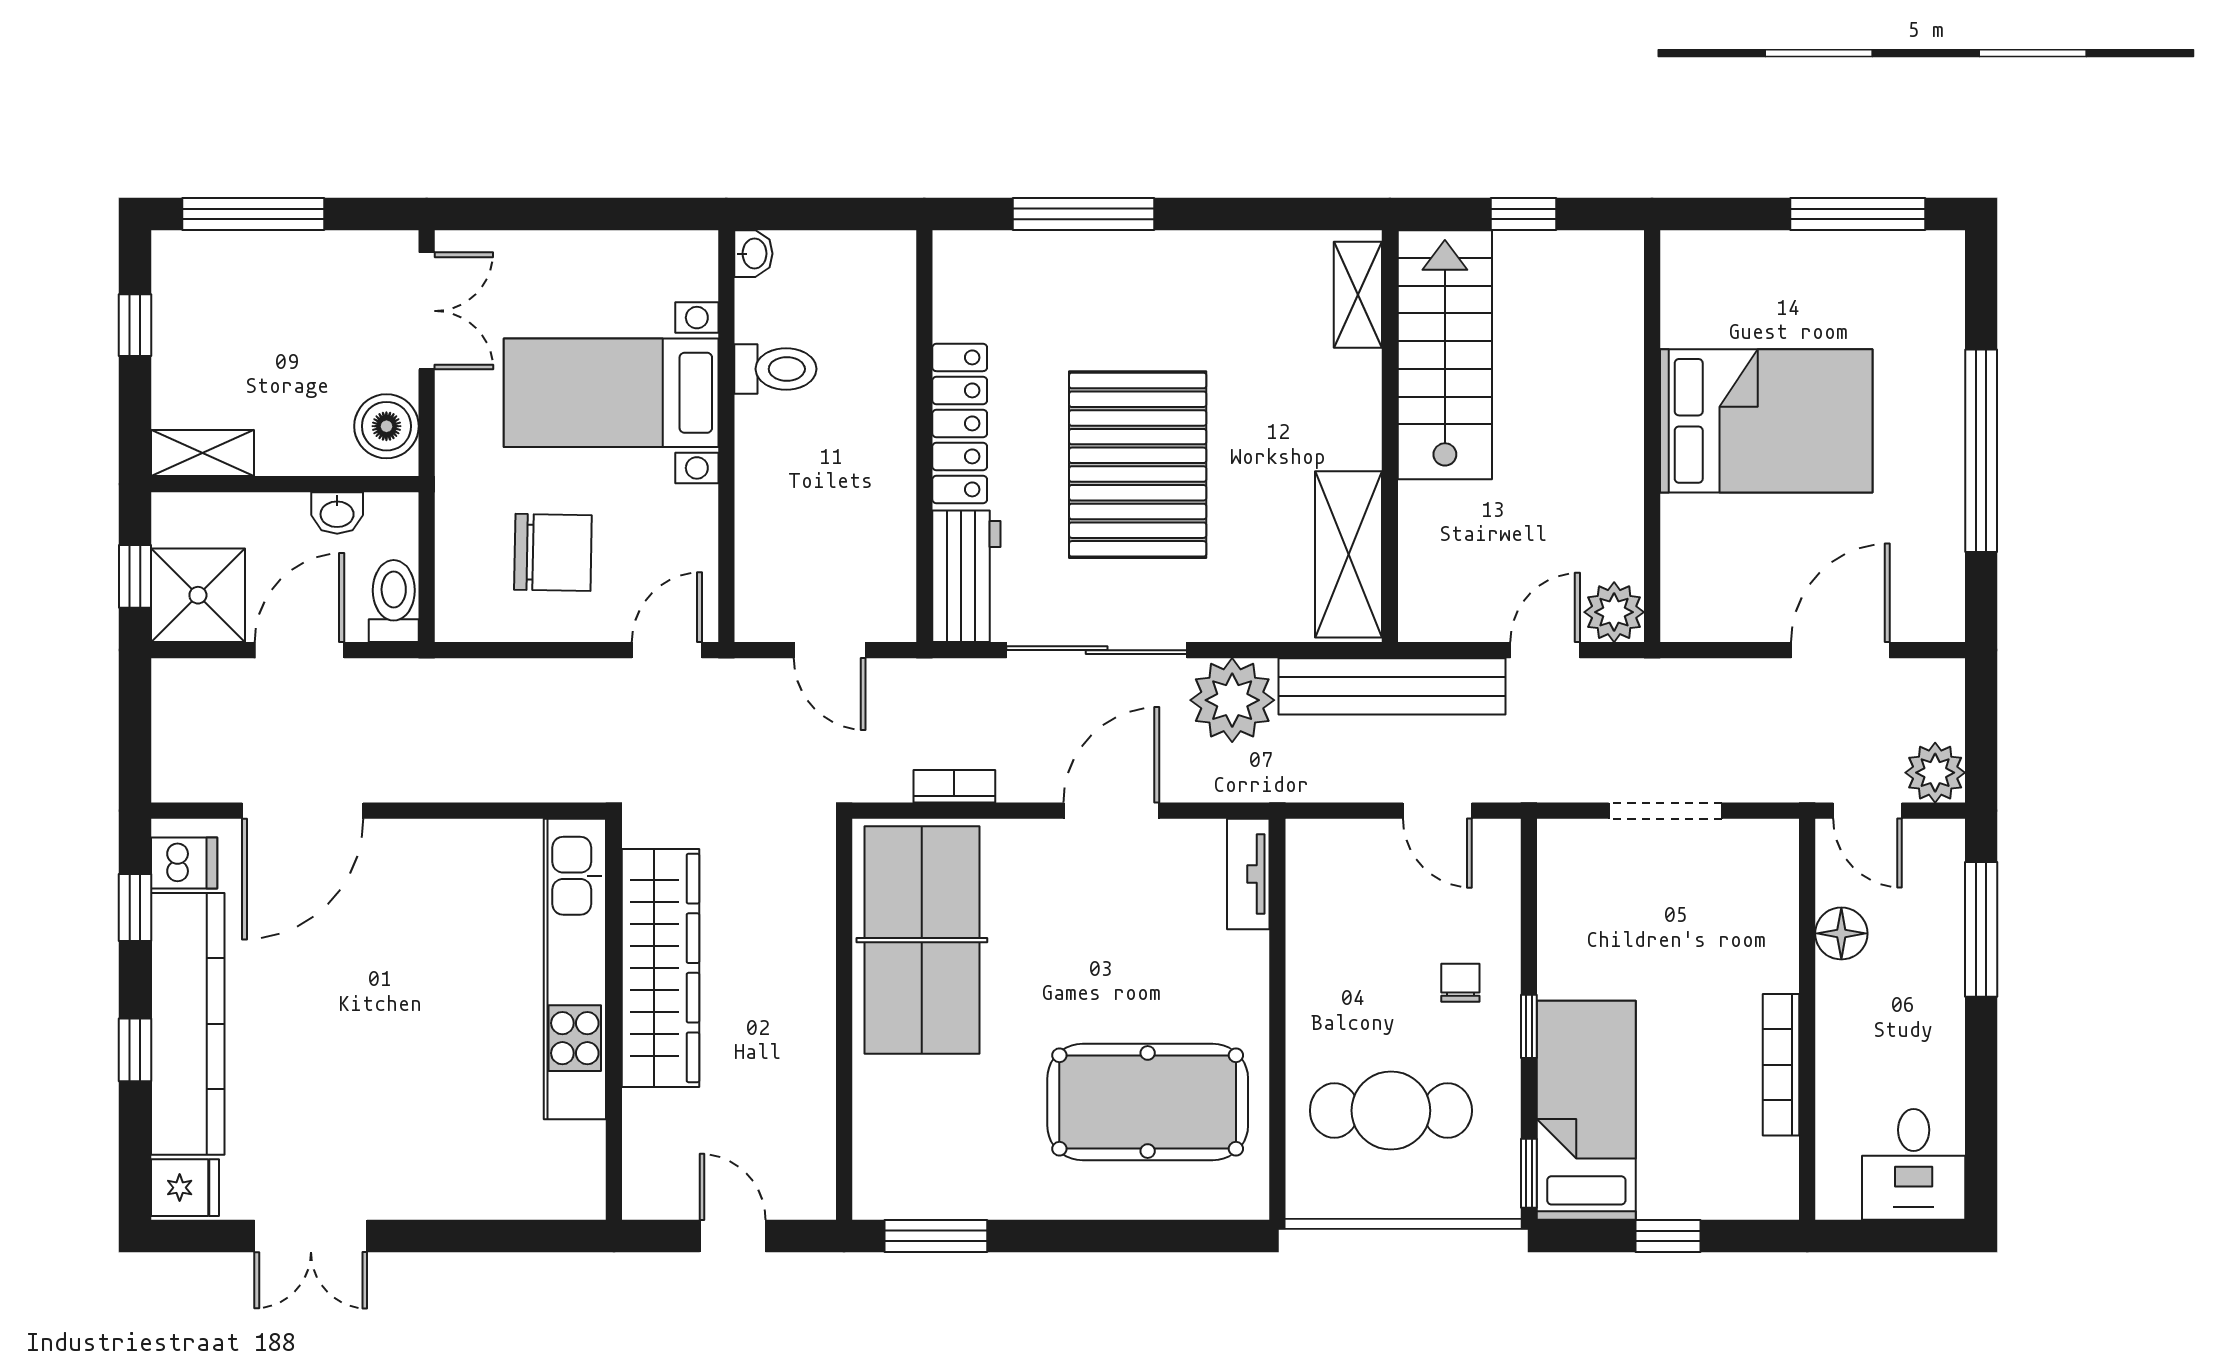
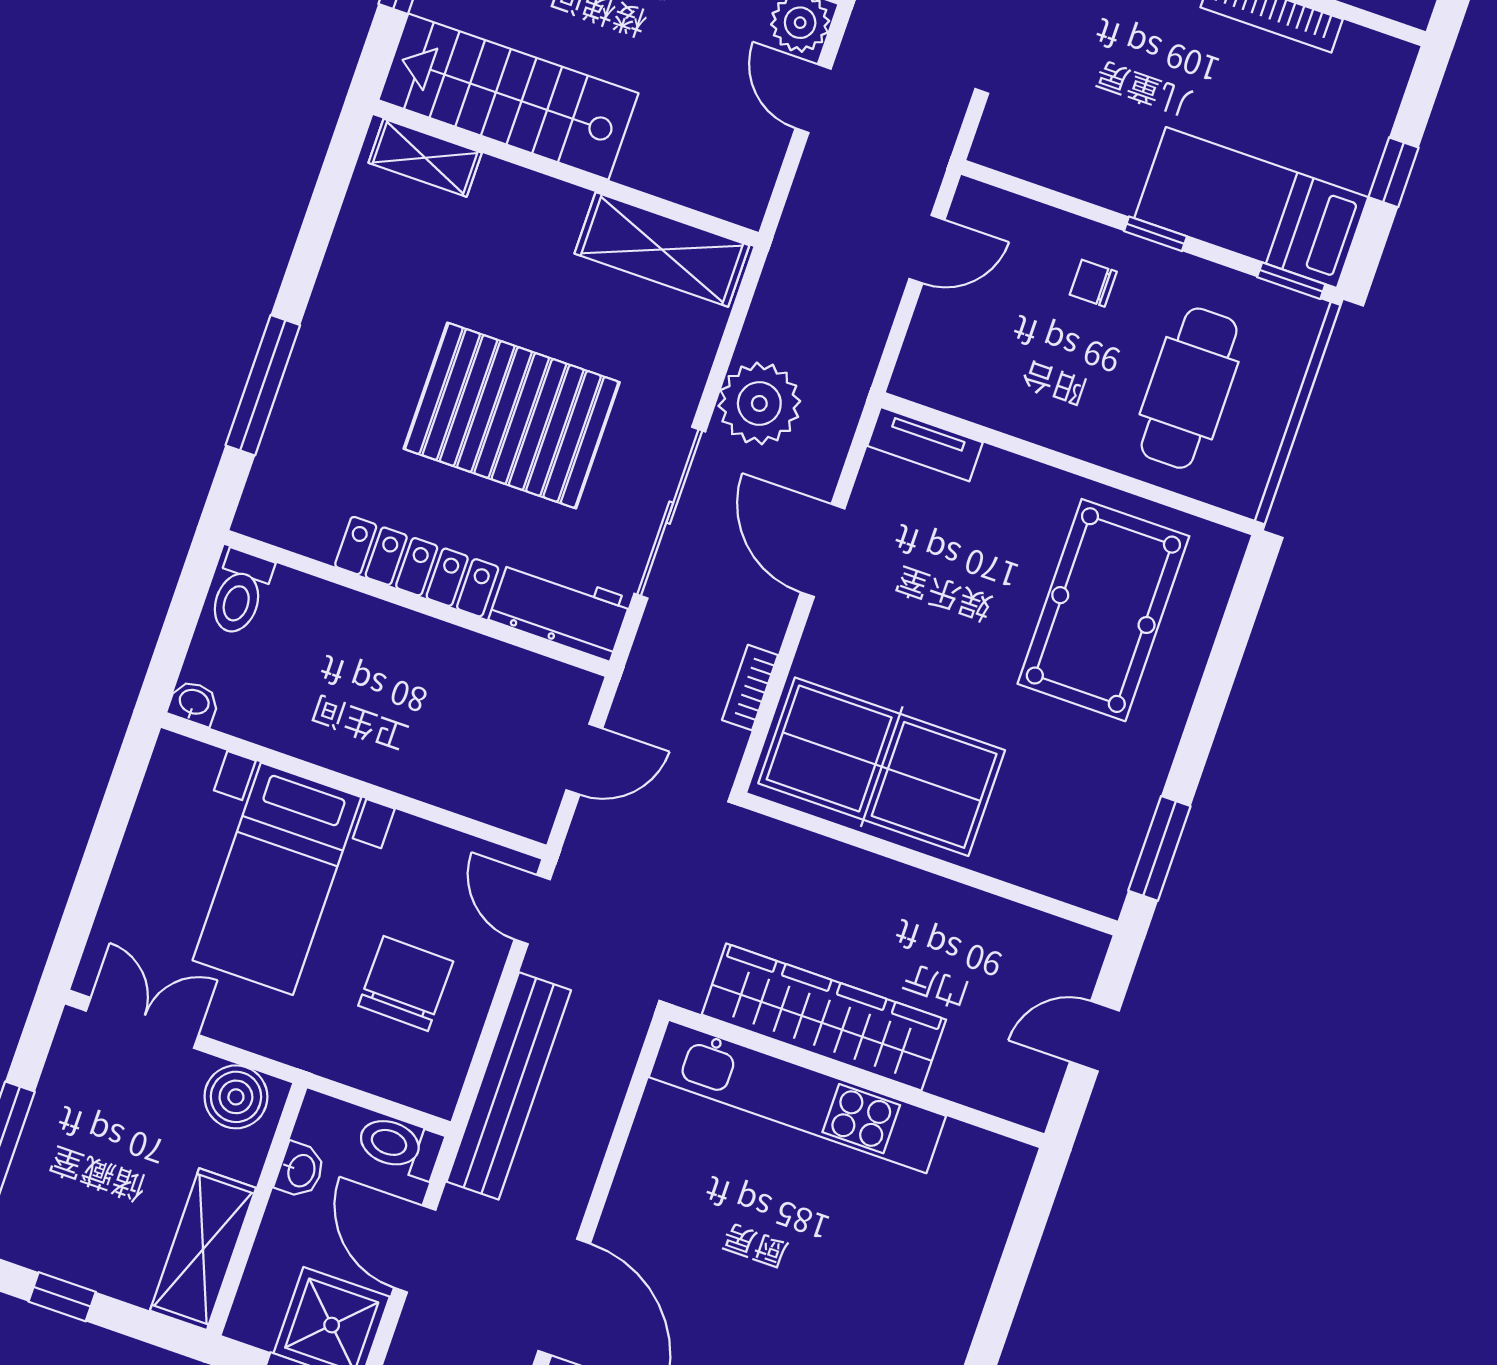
toilet: (775, 369) -> (240, 593), moved, turned 180
shelving: (202, 453) -> (203, 1249), width x1.50, depth x1.33
bench: (1392, 686) -> (509, 1086), moved

